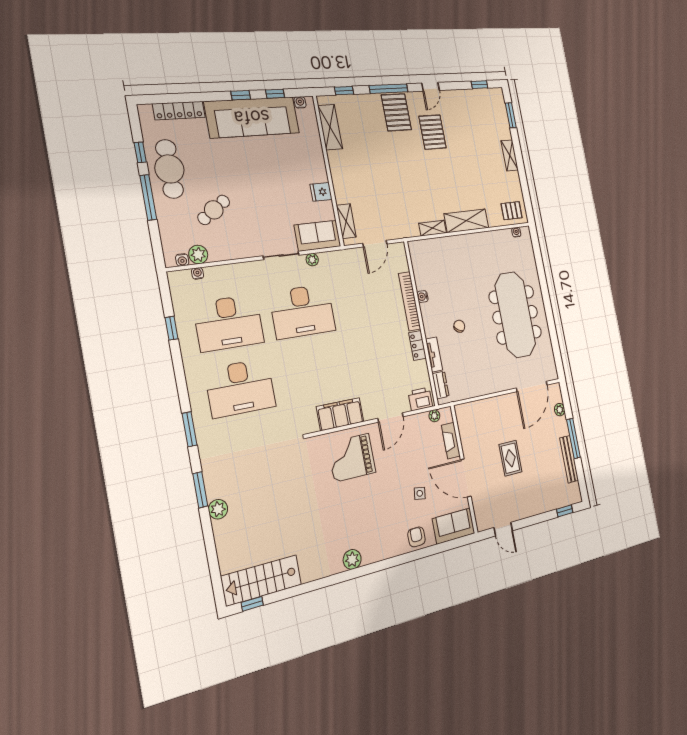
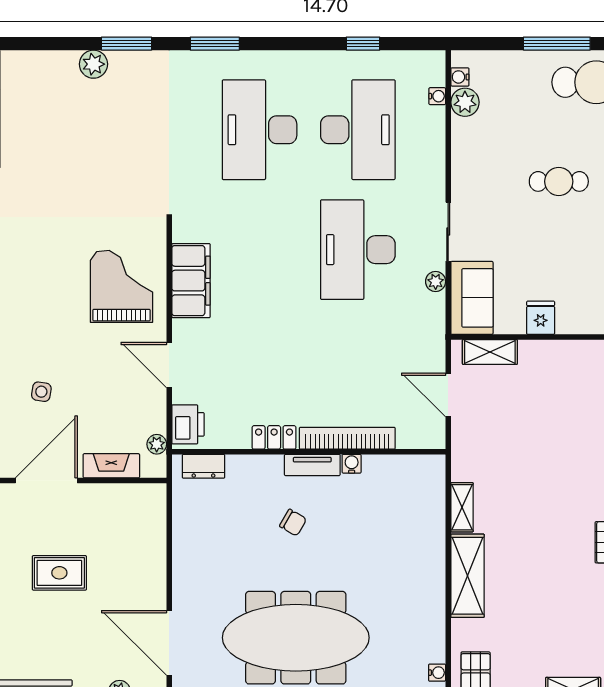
cafe table: (214, 210) -> (559, 181), moved, turned -56
desk: (229, 323) -> (358, 130), turned 180
tv unit: (434, 354) -> (312, 465), moved

